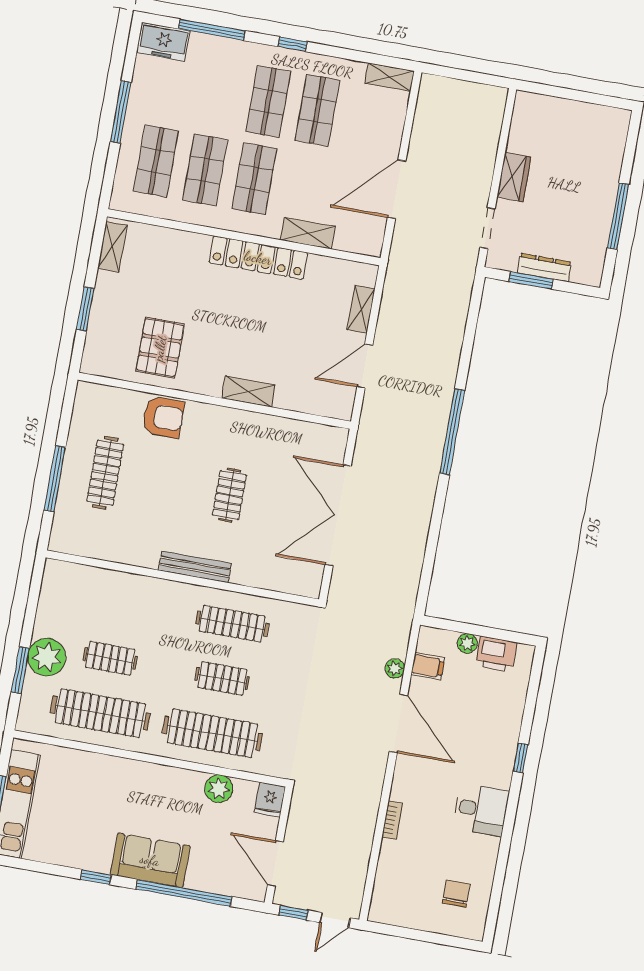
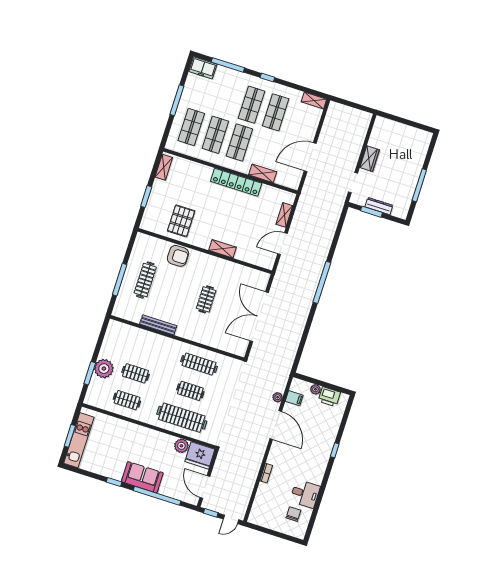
bench: (195, 567) -> (158, 325), moved
clothes rail: (100, 713) -> (127, 400), width x0.54, depth x0.76
fridge: (270, 800) -> (200, 455), width x1.88, depth x1.34
desk: (481, 810) -> (305, 494), moved

